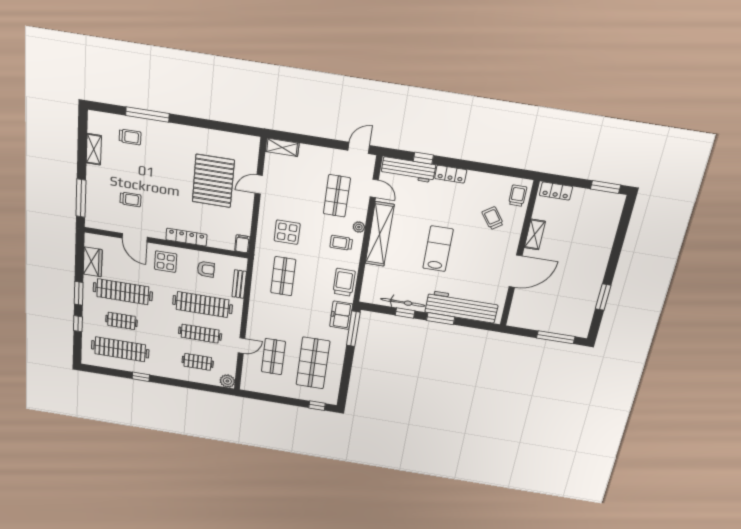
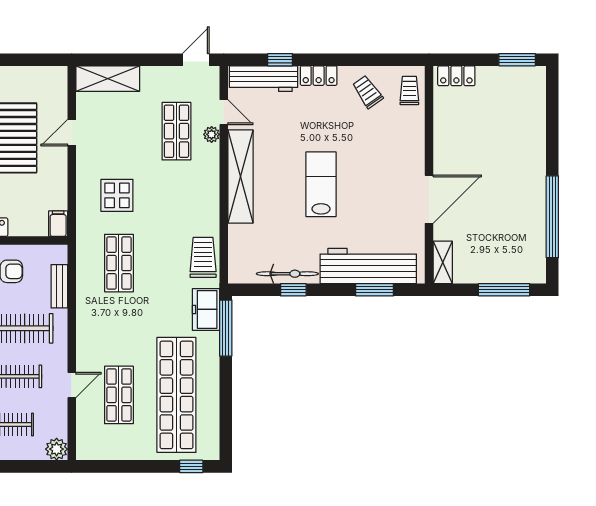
shelving: (282, 147) -> (108, 79), width x1.50, depth x1.33
trolley: (493, 218) -> (368, 92), moved
plant: (359, 227) -> (212, 134), moved
shelving: (535, 234) -> (443, 262), moved
trolley: (341, 243) -> (191, 198), removed
window: (603, 297) -> (552, 217), width x2.11
window: (441, 319) -> (374, 290), moved
shop shelf: (313, 363) -> (176, 395), width x1.40

